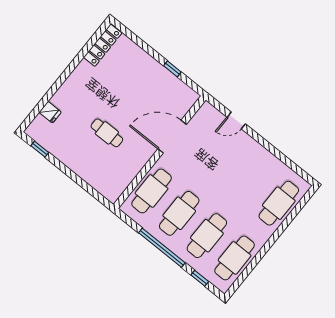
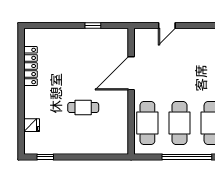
locker: (103, 45) -> (31, 66), moved

